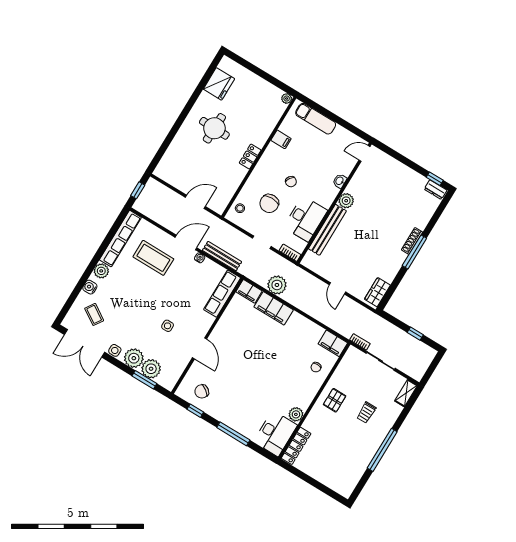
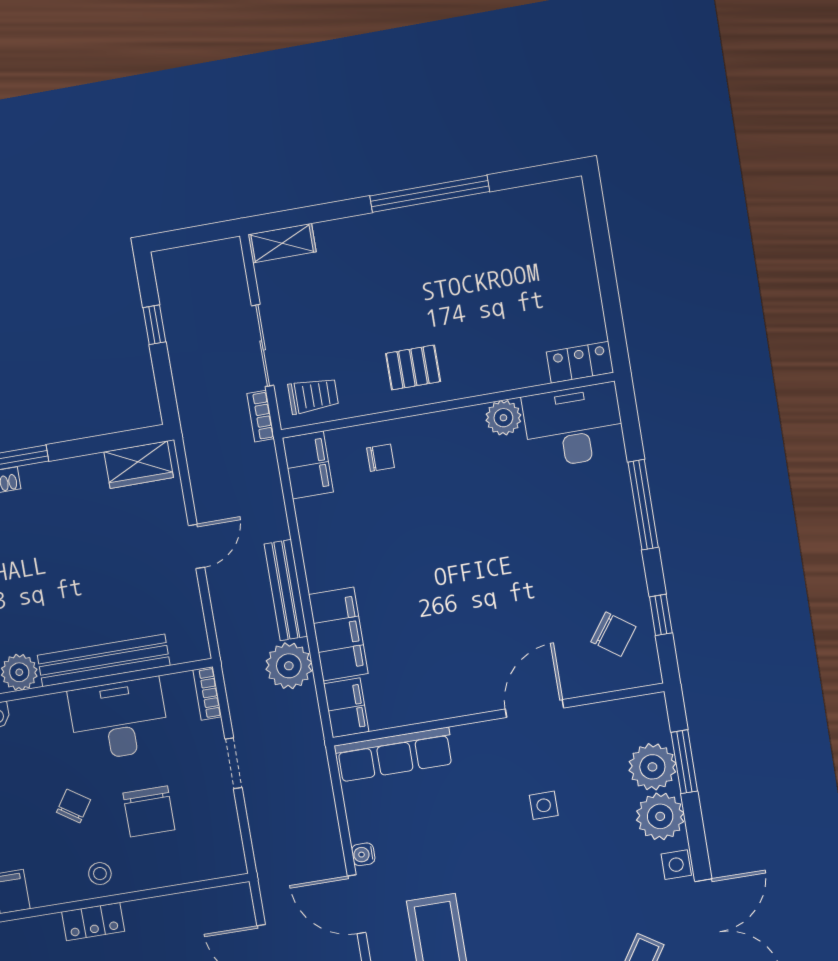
chair: (269, 203) -> (149, 811), turned 90
stool: (240, 208) -> (100, 874), moved
bench: (222, 256) -> (286, 590), moved
trolley: (366, 413) -> (313, 396), moved
locker: (296, 446) -> (580, 362), width x0.66

